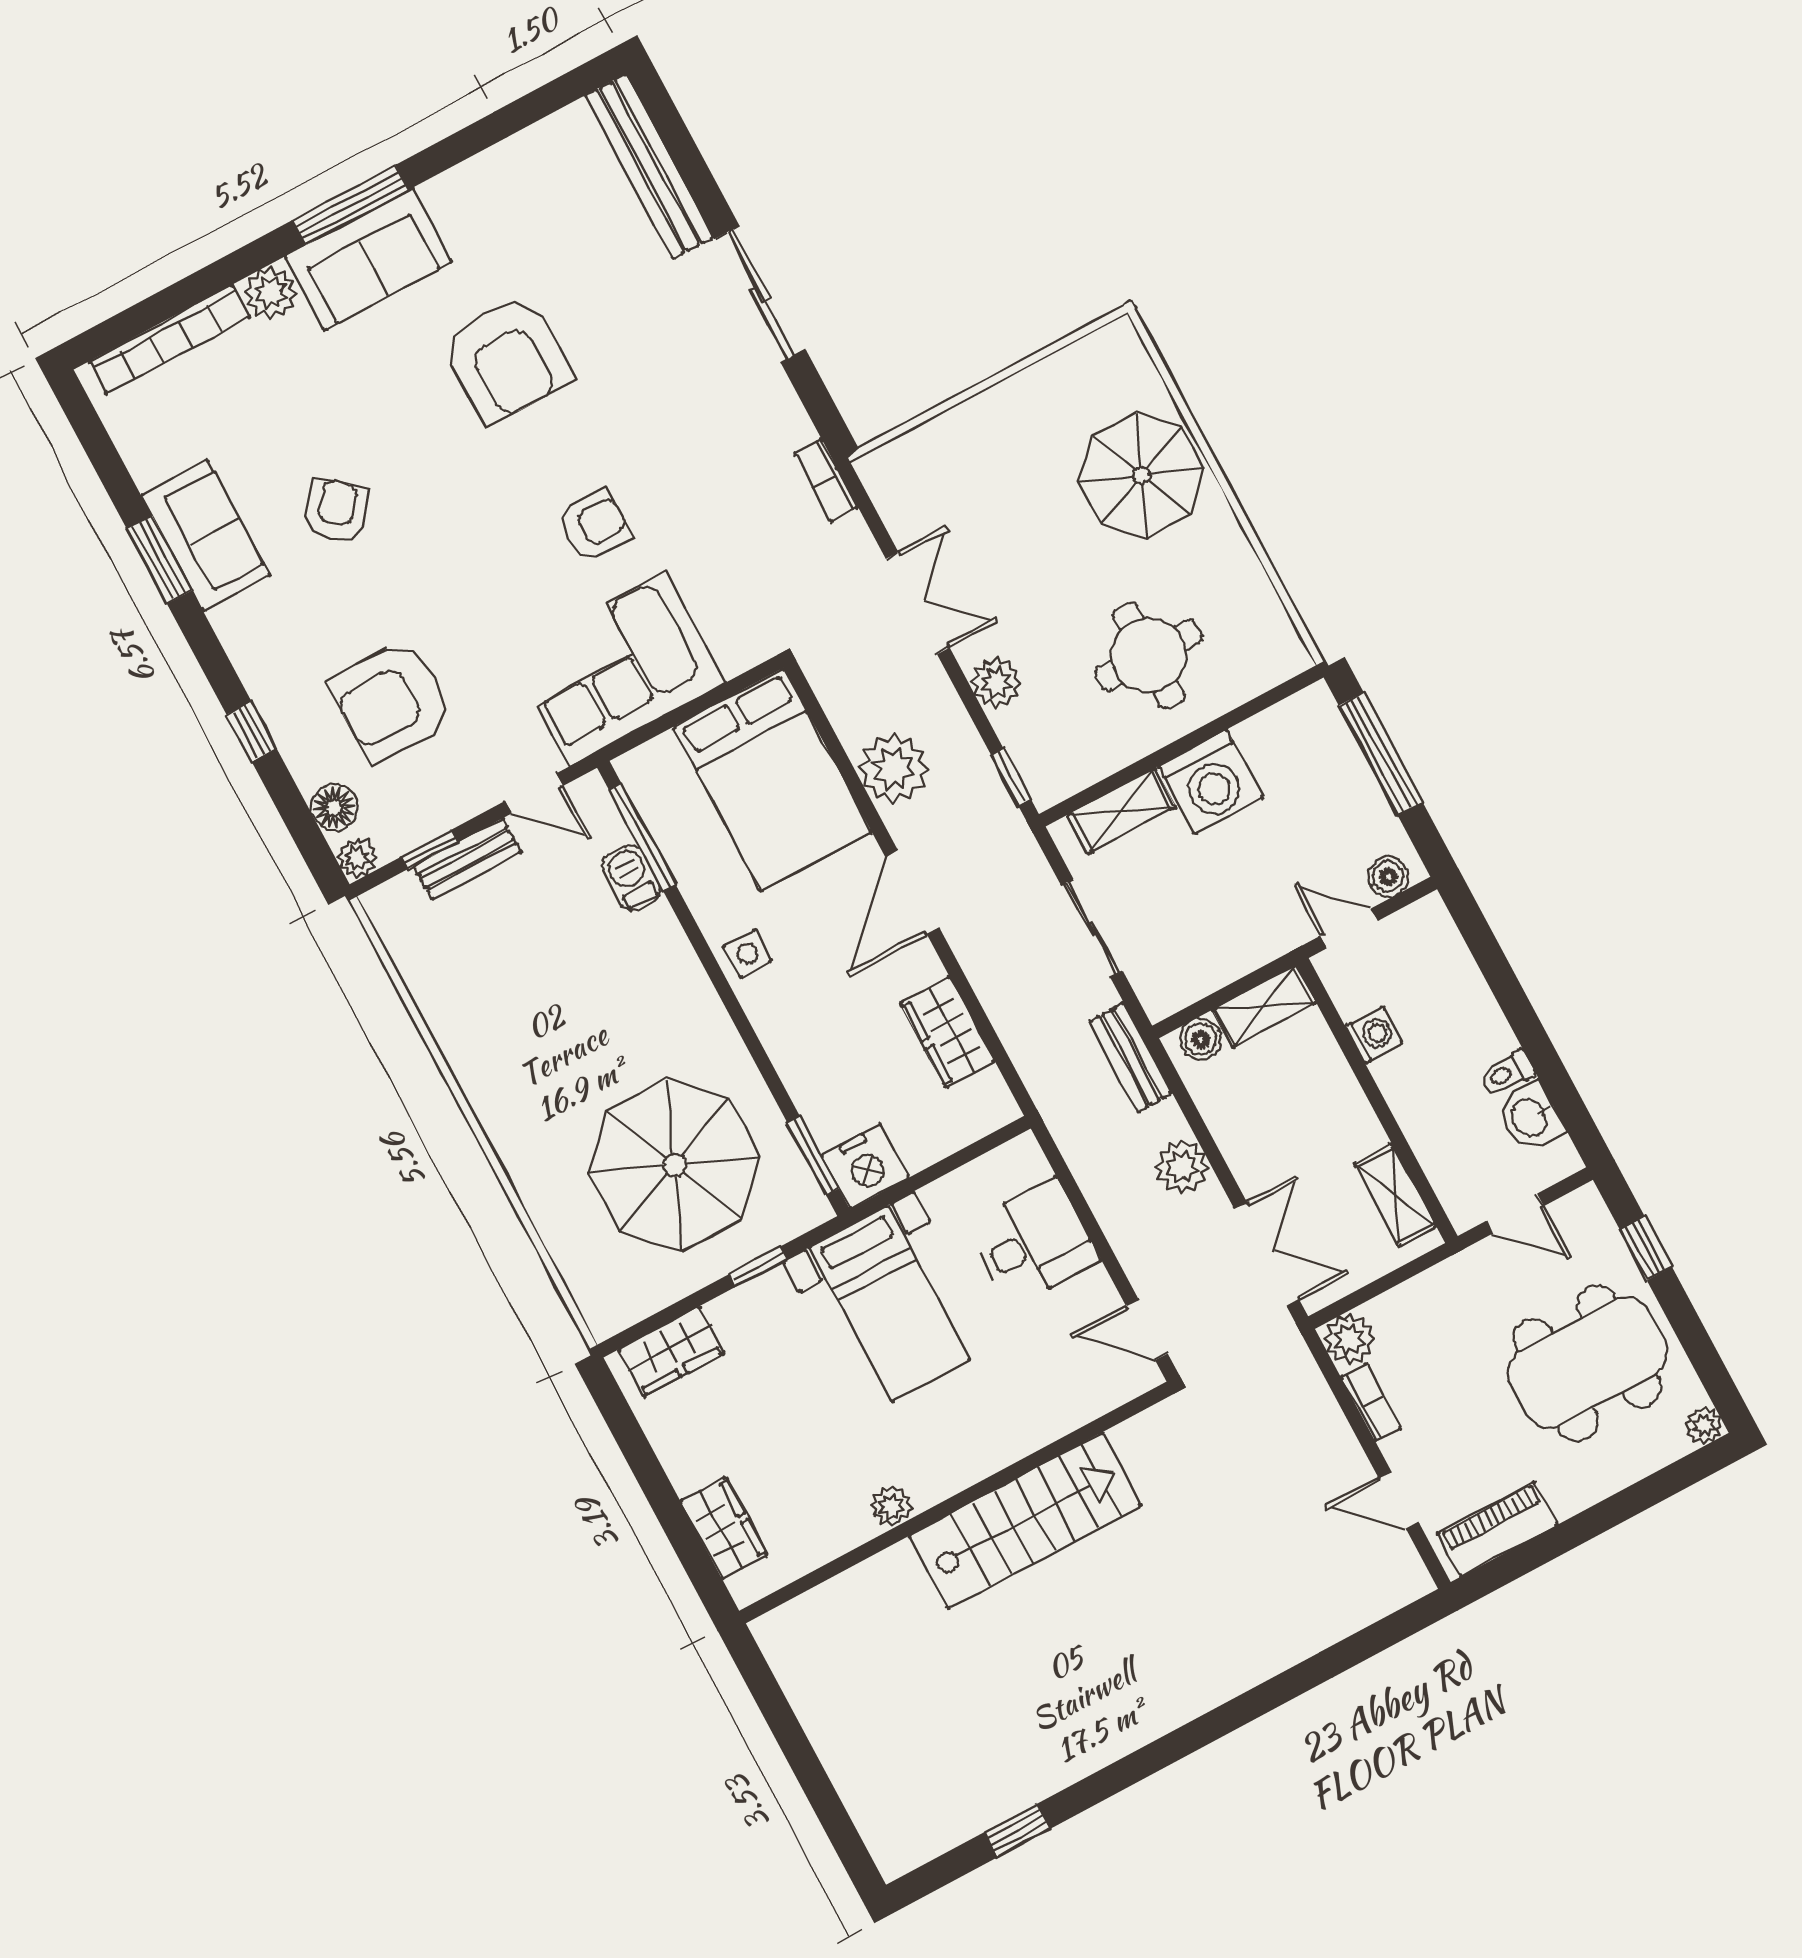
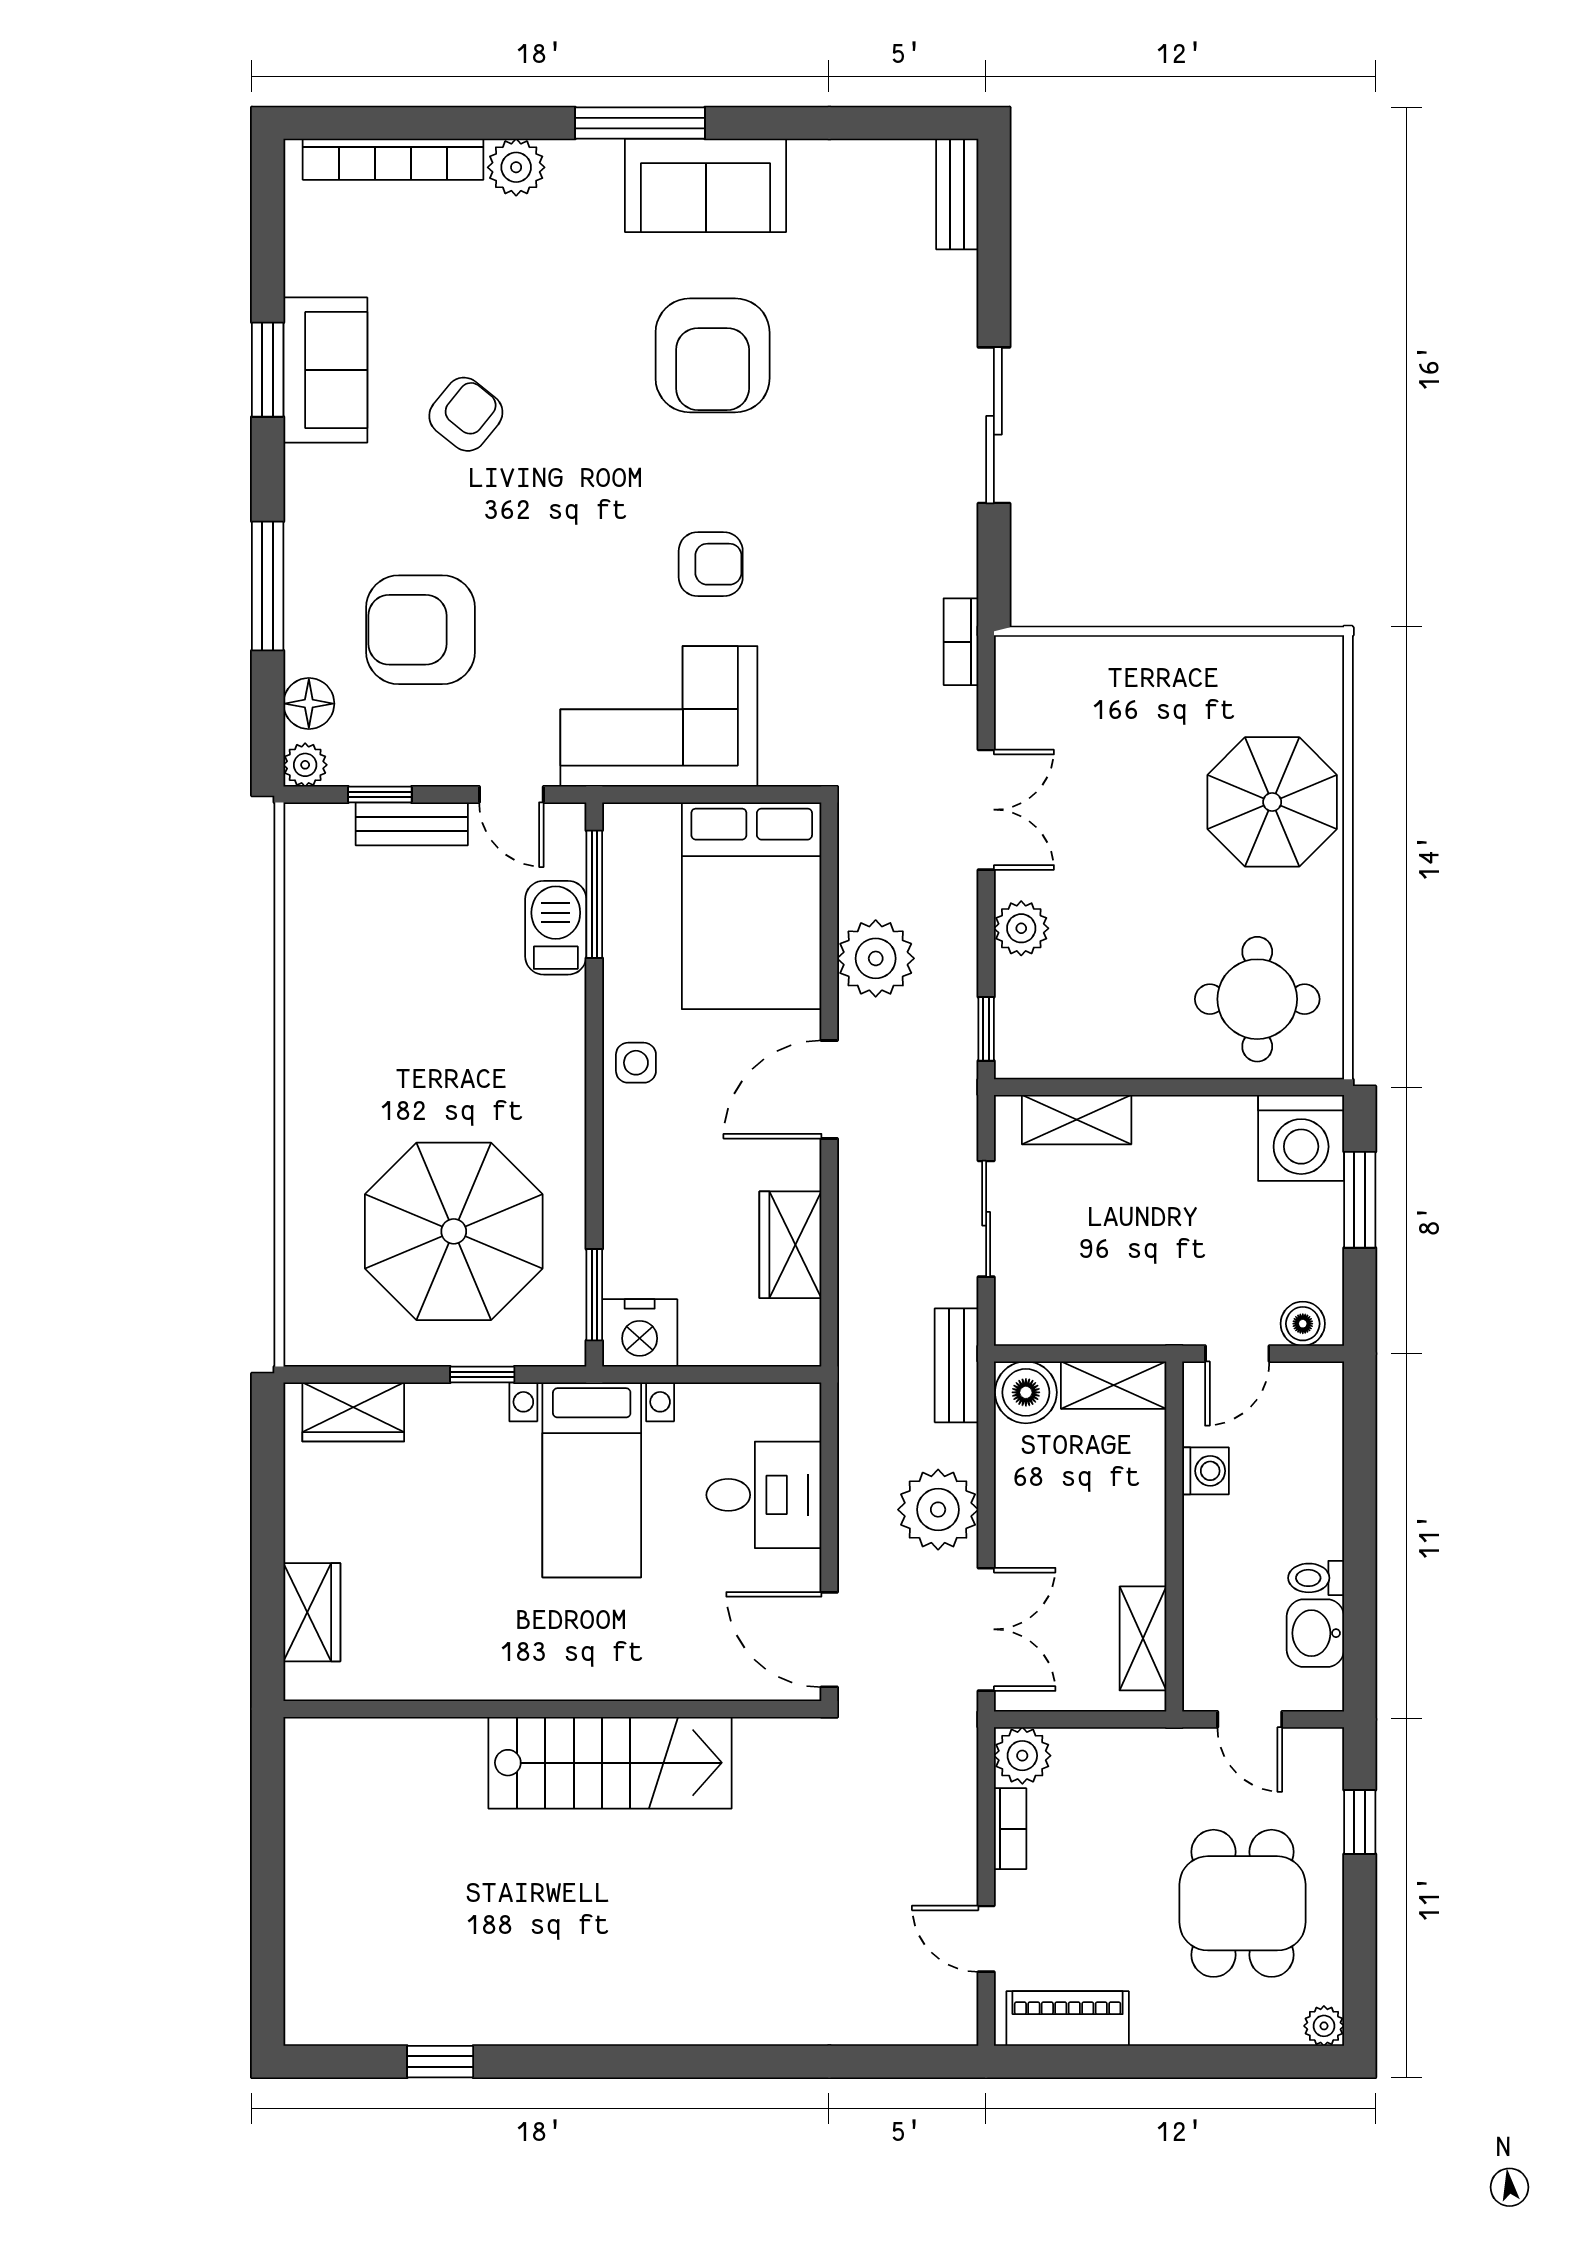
bench: (649, 166) -> (957, 194), width x0.54, depth x0.82
sofa: (368, 259) -> (706, 185), moved
round table: (1149, 655) -> (1257, 999), moved
window: (252, 732) -> (268, 586), width x2.17
window: (1381, 754) -> (1360, 1200), width x0.69
washing machine: (1210, 782) -> (1301, 1138), moved
barbecue: (631, 878) -> (556, 928), width x1.38, depth x1.27
door: (1349, 928) -> (1237, 1354), swing flipped
boiler: (1201, 1039) -> (1026, 1392), width x1.36, depth x1.36
plant: (1182, 1167) -> (938, 1510), width x1.36, depth x1.36
door: (1147, 1329) -> (829, 1640), width x1.38
dining table: (1587, 1363) -> (1243, 1903), width x0.73
plant: (891, 1506) -> (487, 1679), removed

